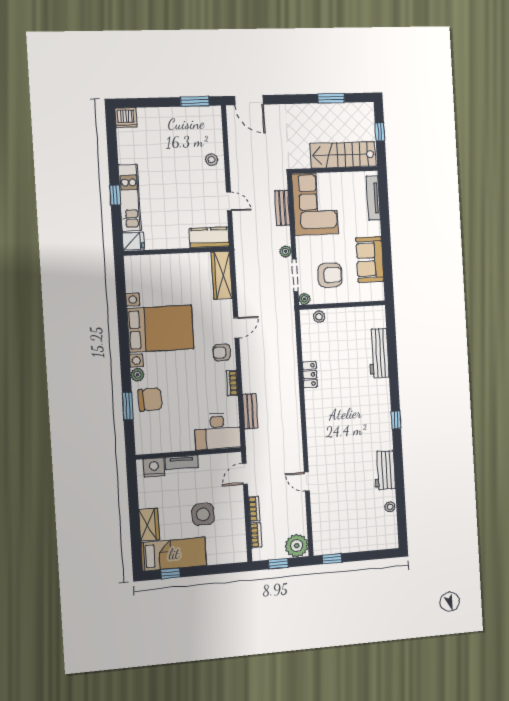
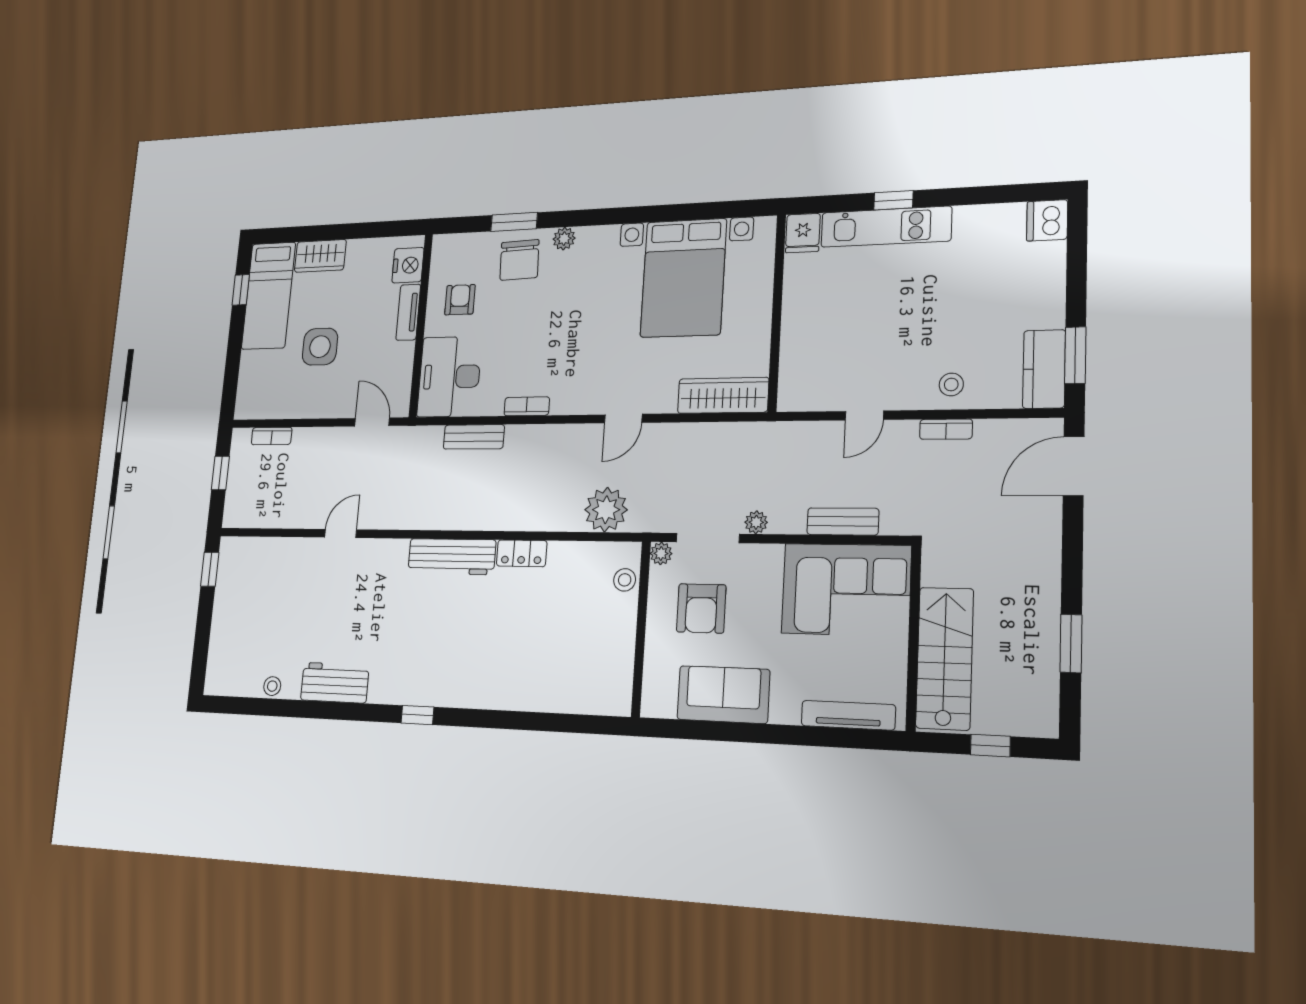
kitchen counter: (209, 237) -> (1044, 369), moved, turned 180
door: (236, 328) -> (623, 419), hinge flipped
bed with nightstands: (160, 329) -> (683, 278), moved
armchair: (222, 352) -> (460, 300), moved
workbench: (379, 353) -> (452, 557), moved, turned 180
bookcase: (254, 509) -> (946, 429), moved
plant: (297, 546) -> (606, 510), moved

